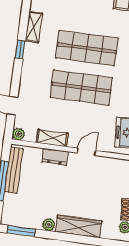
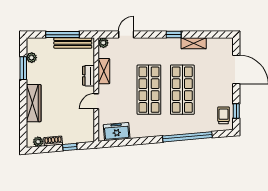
door: (86, 152) -> (96, 101), swing flipped
plant: (49, 225) -> (32, 58), moved
window: (21, 231) -> (23, 68), moved

